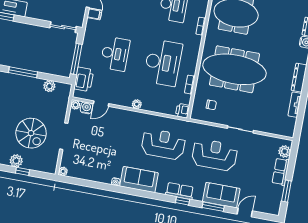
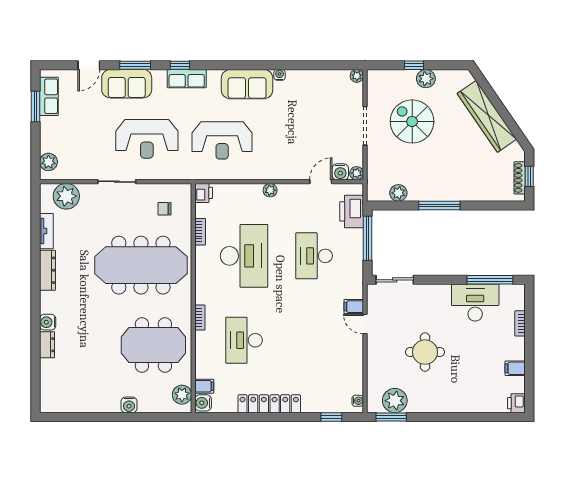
desk: (163, 63) -> (244, 256), turned 180
plant: (277, 126) -> (66, 196), added
row of seats: (281, 172) -> (49, 96), moved

